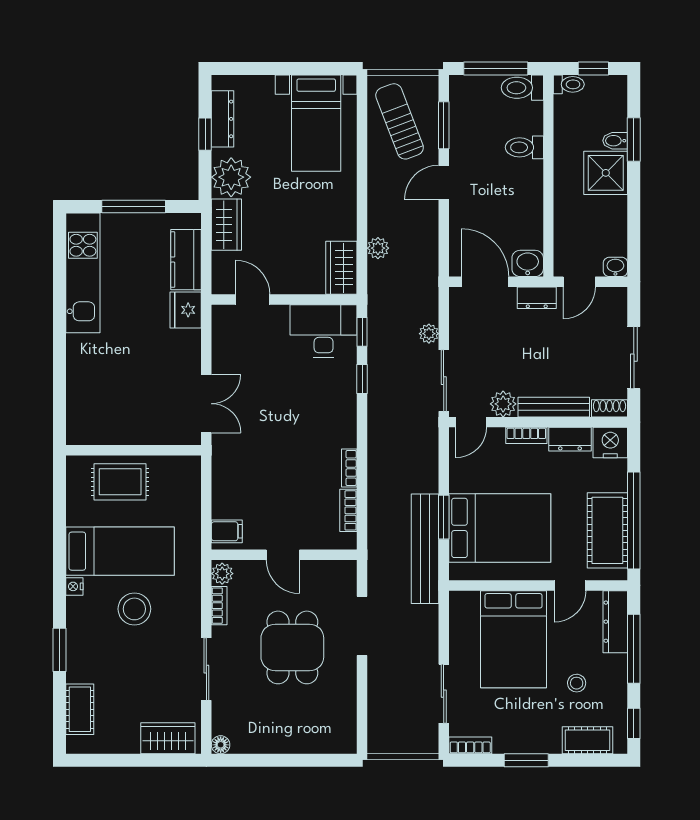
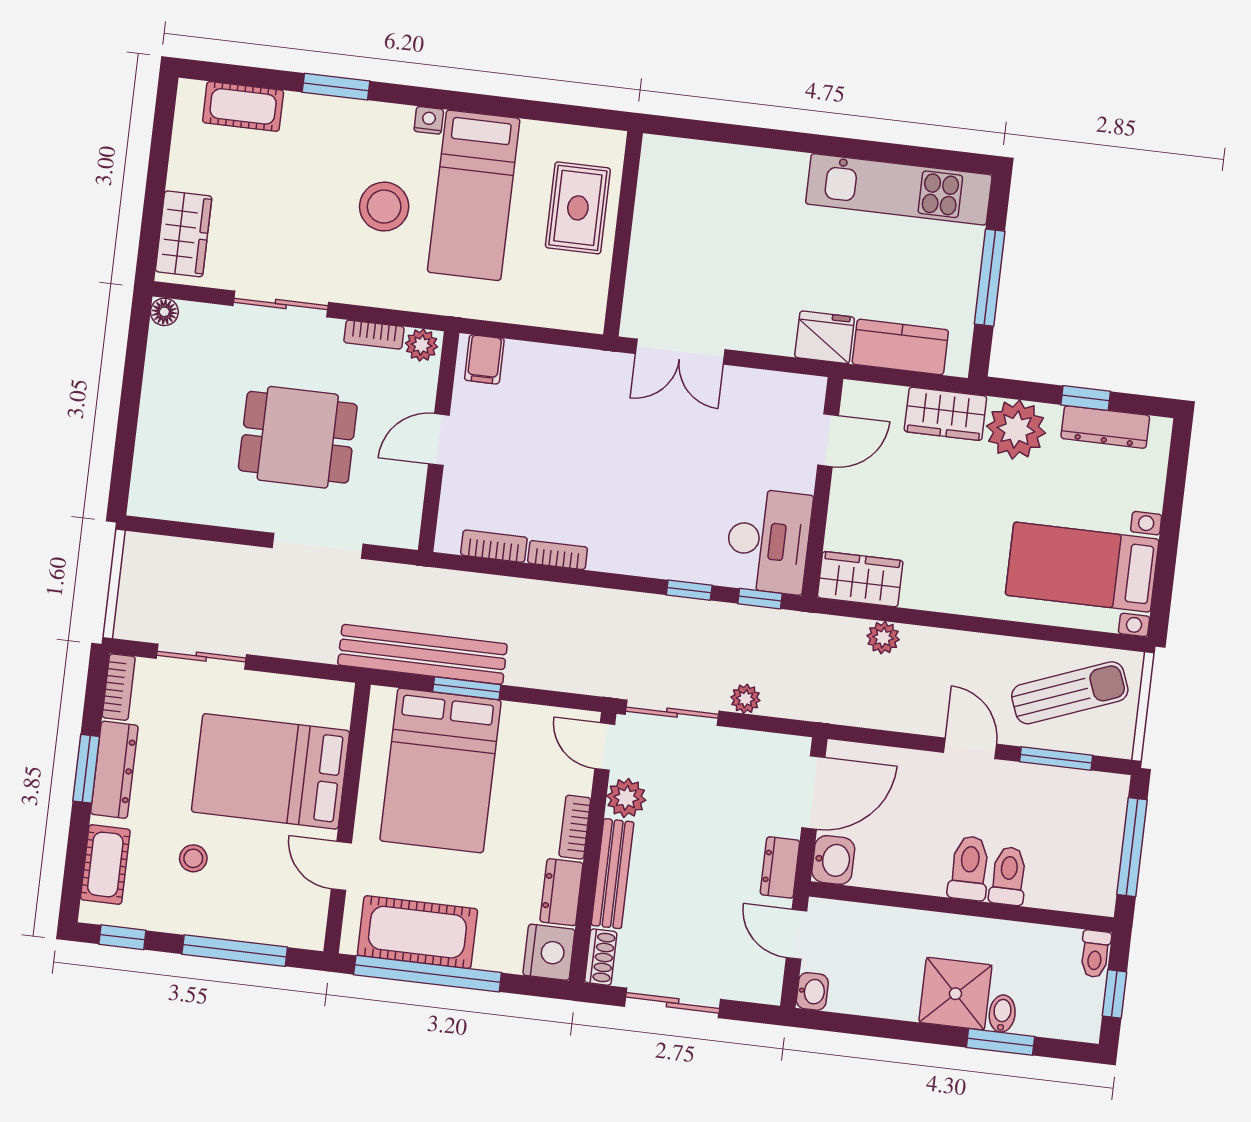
toilet: (522, 88) -> (969, 868), moved
dresser: (615, 622) -> (114, 770), moved, turned 90

